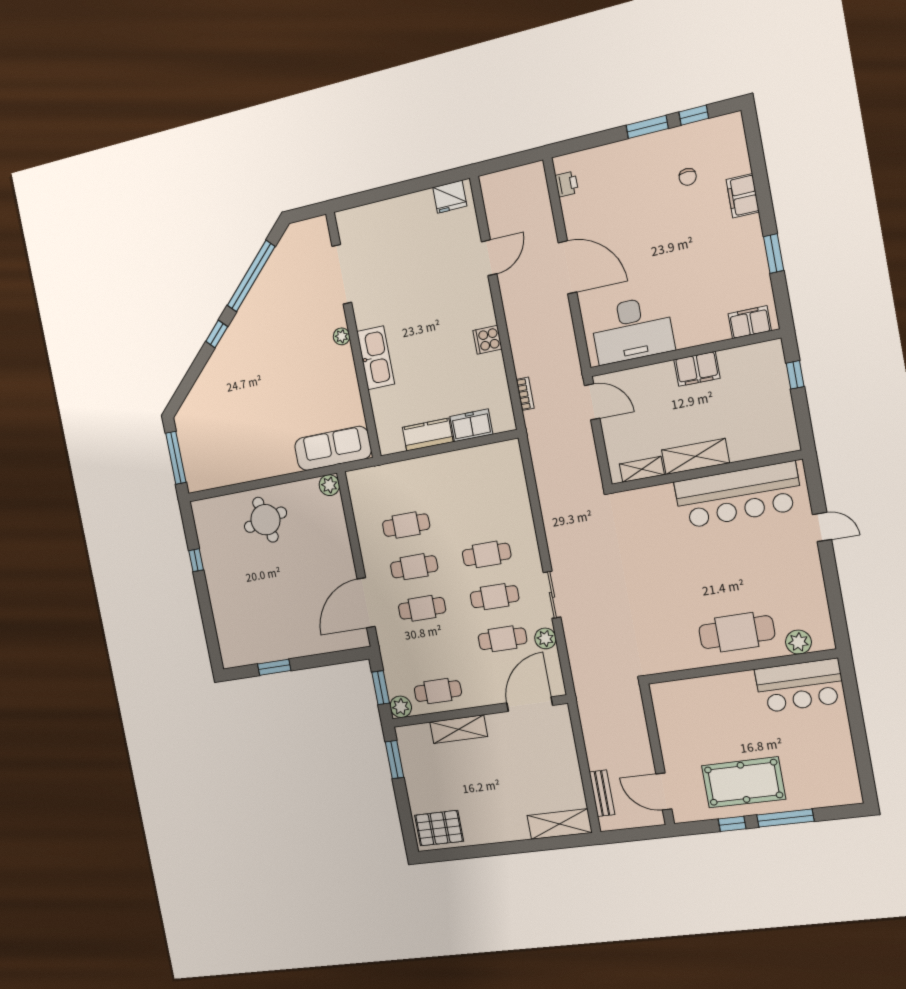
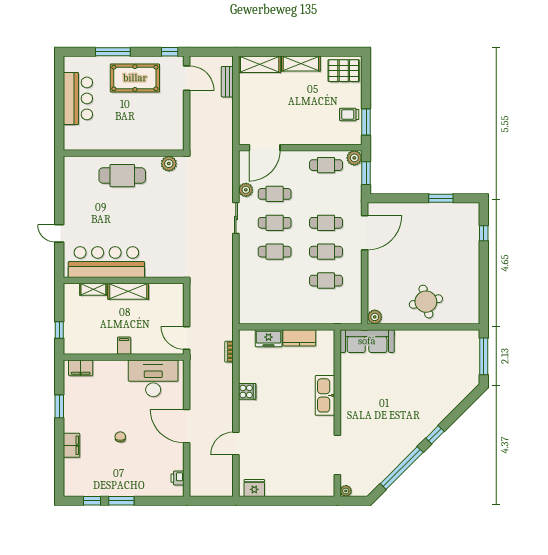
chair: (688, 177) -> (120, 437), moved
plant: (342, 336) -> (346, 491), moved
filing cabinet: (697, 369) -> (124, 346), width x0.50
shelving: (642, 469) -> (93, 289), moved
window: (196, 560) -> (484, 233), moved
plant: (798, 642) -> (169, 164), moved
bar counter: (800, 686) -> (78, 98), moved, turned 90
shelving: (459, 729) -> (301, 63), moved
trolley: (420, 767) -> (349, 114), added
window: (732, 824) -> (170, 52), moved

